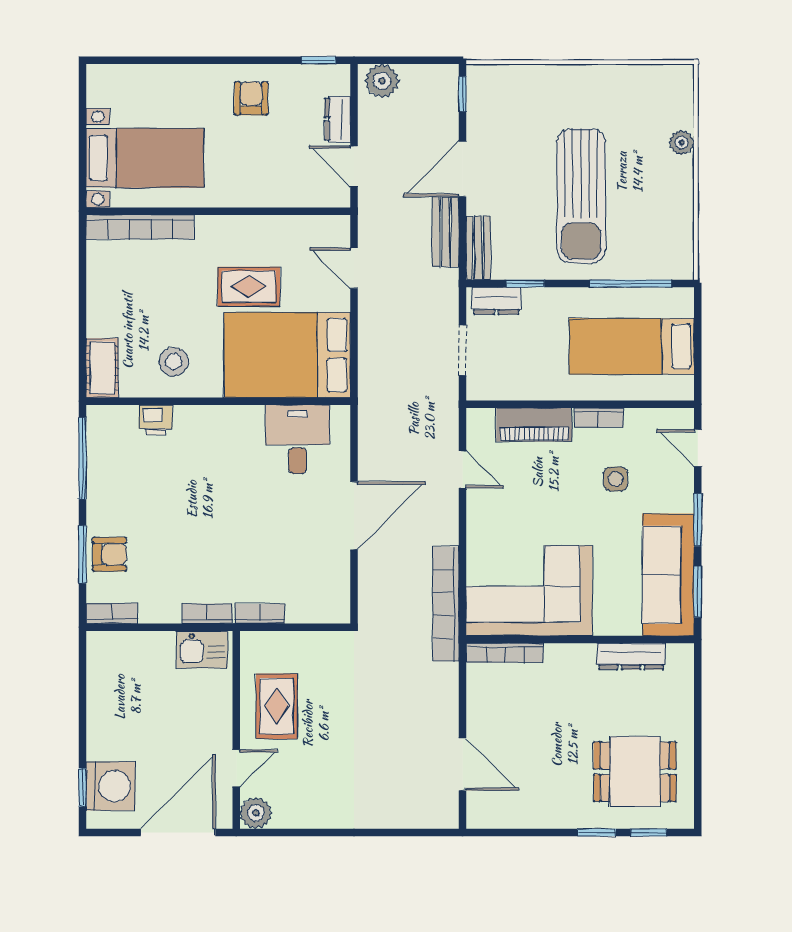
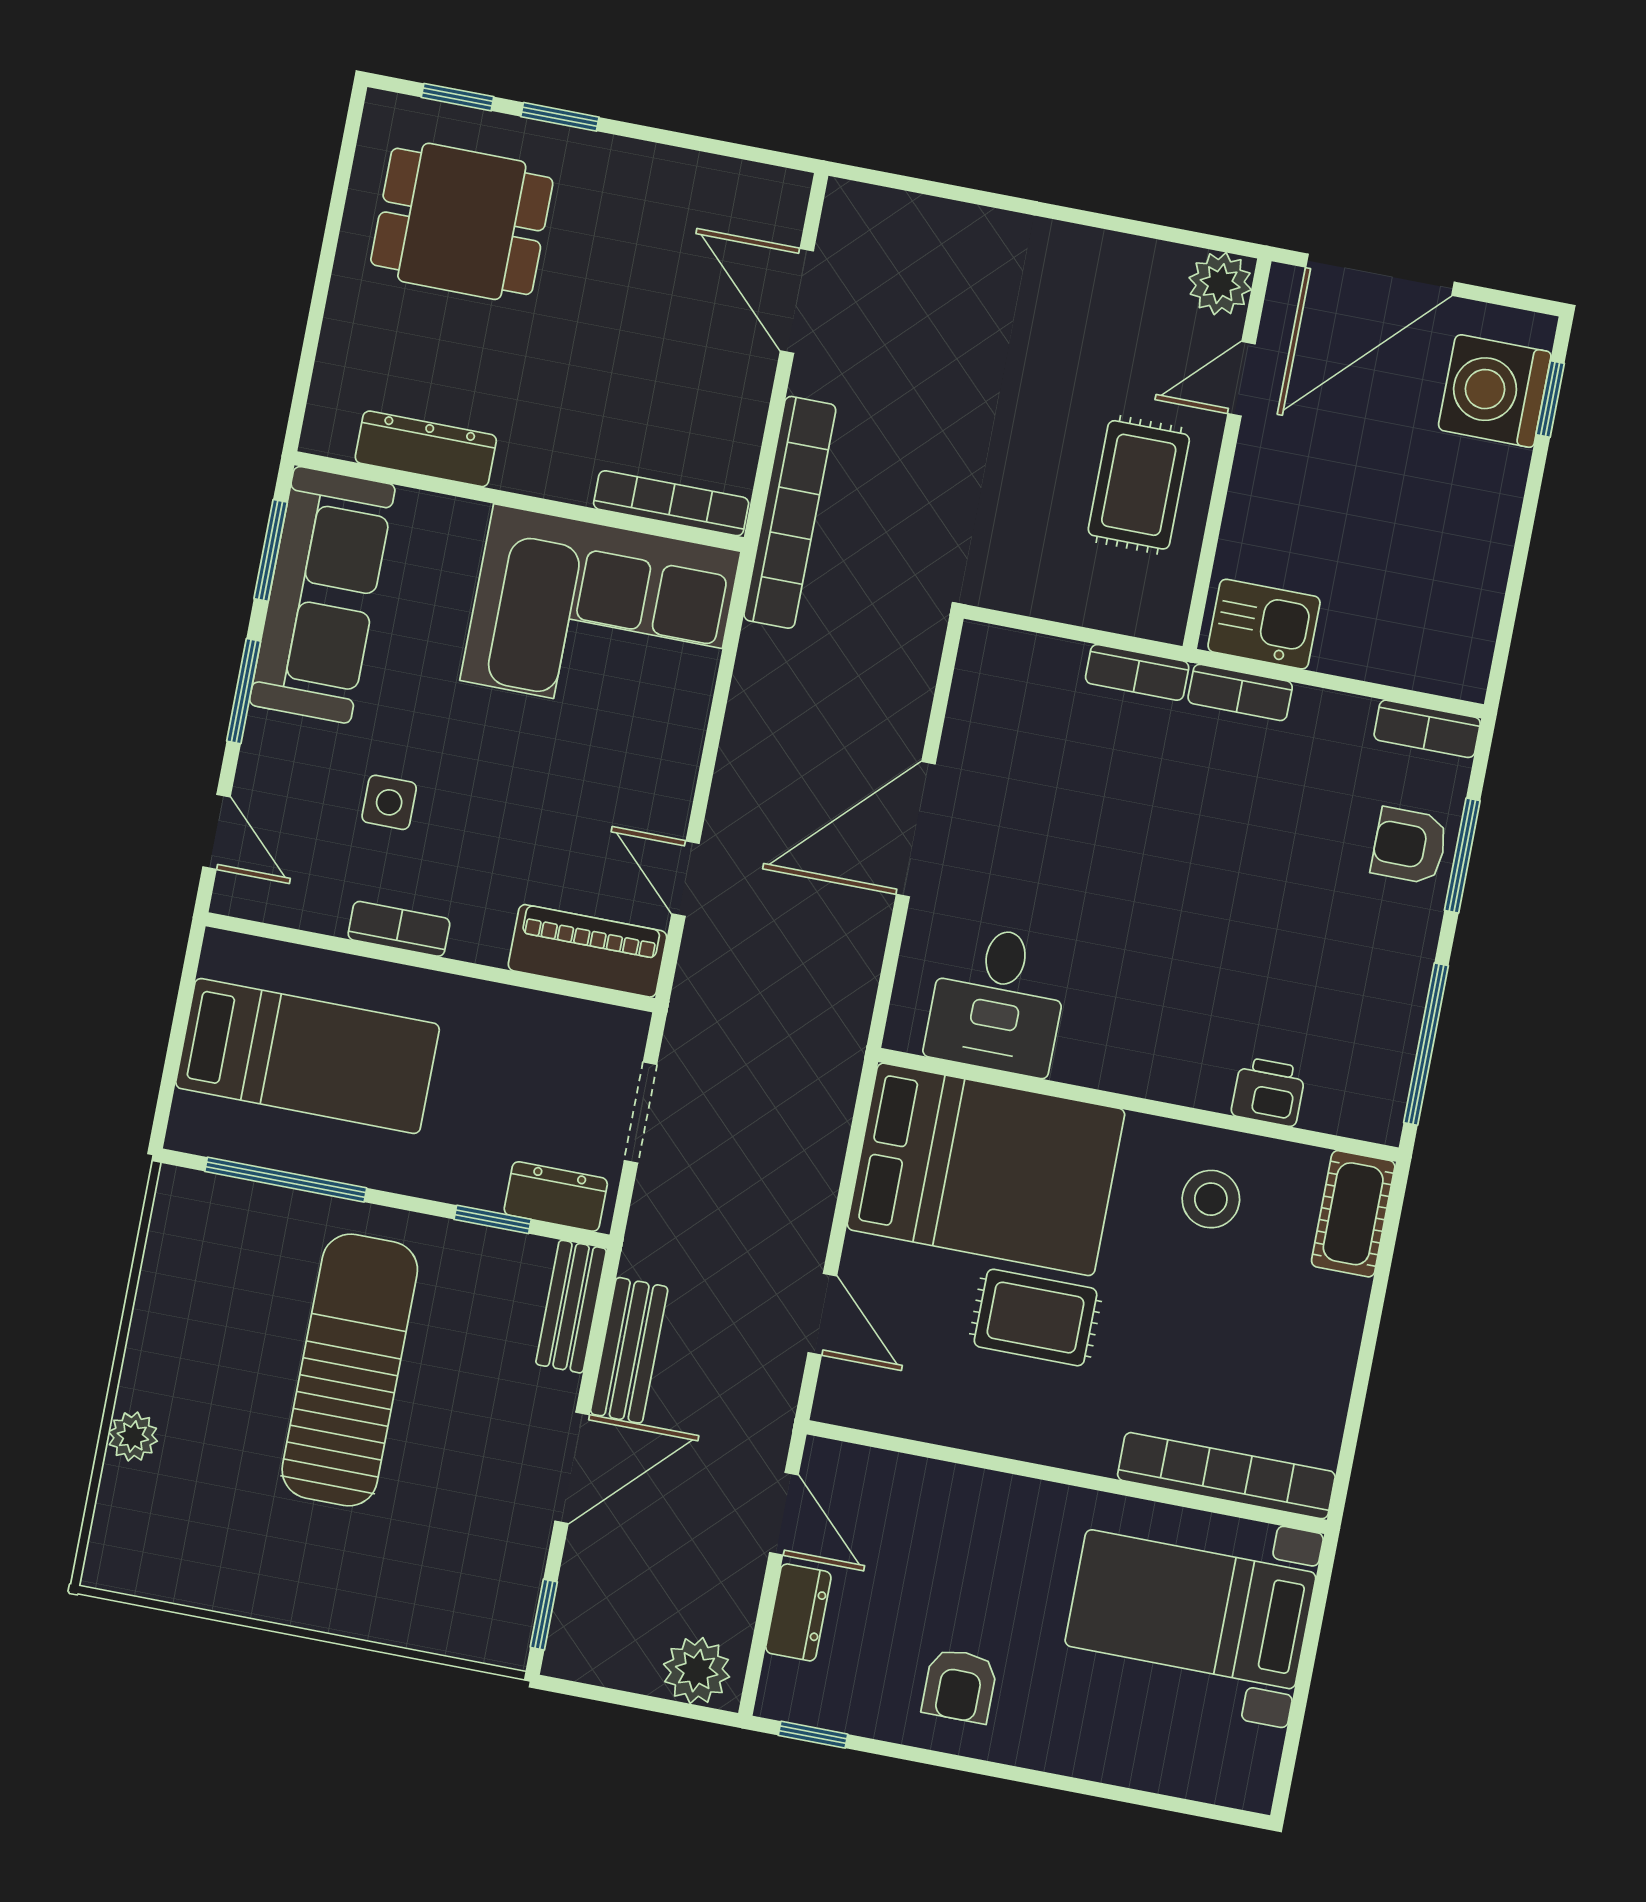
piano: (534, 425) -> (588, 951), moved
bookcase: (446, 604) -> (790, 512), moved

